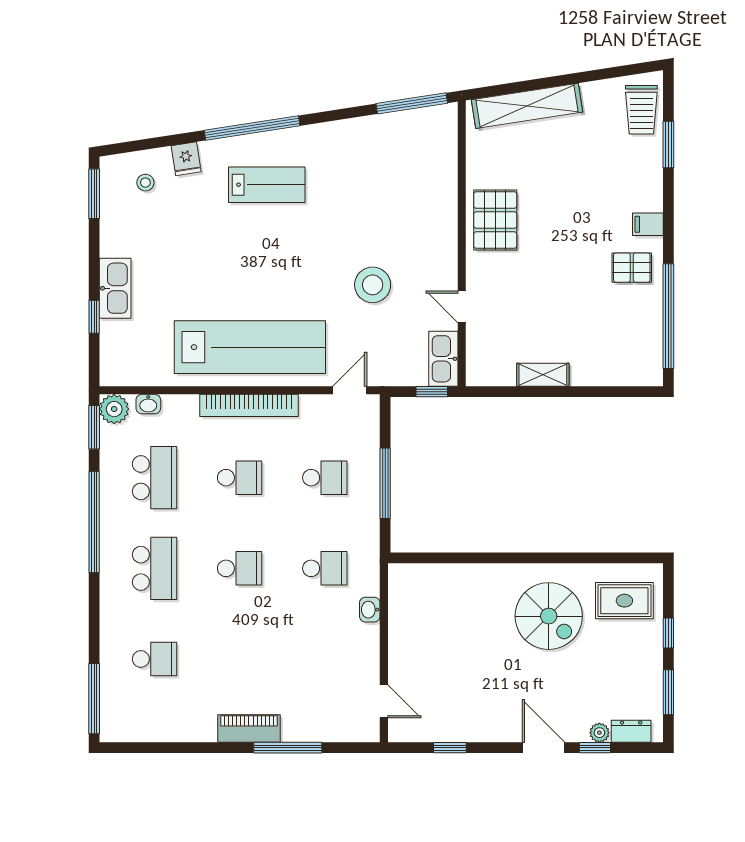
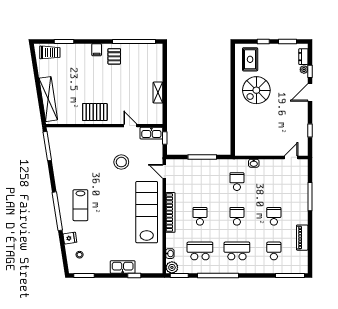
lab bench: (267, 185) -> (80, 205), turned 180
door: (462, 307) -> (130, 126), swing flipped
school desk: (325, 478) -> (274, 216), moved
spiral stairs: (549, 616) -> (256, 90), turned 180
piano: (249, 728) -> (302, 238), moved

